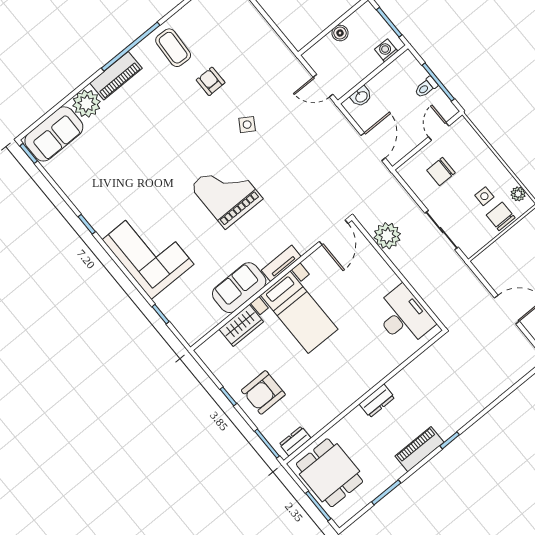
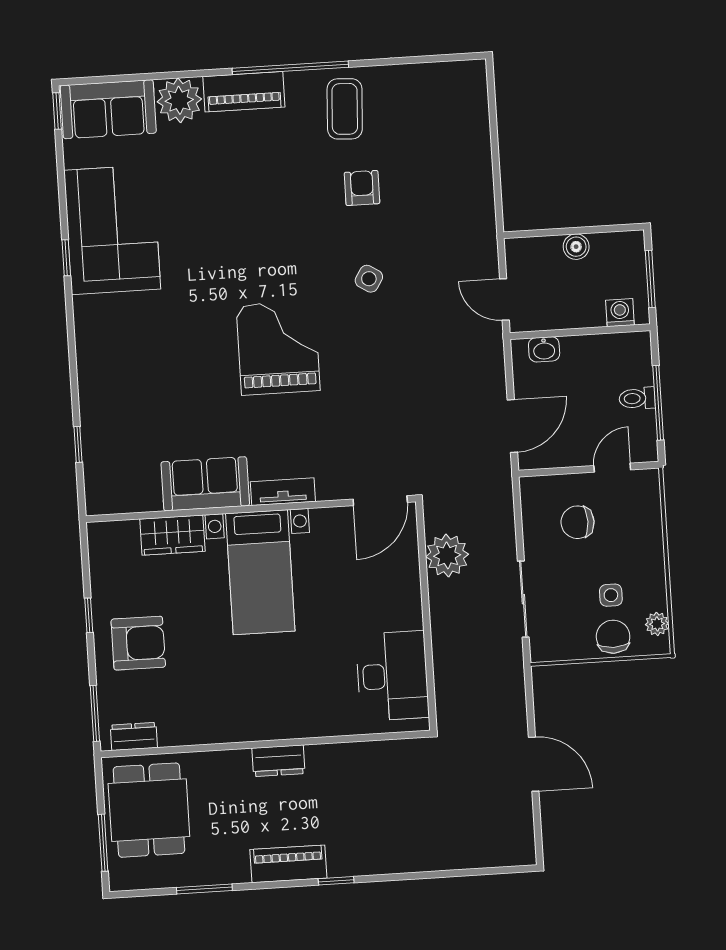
corner sofa: (148, 252) -> (112, 230), moved
armchair: (263, 392) -> (138, 643), turned 180

